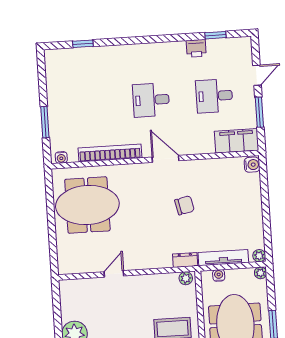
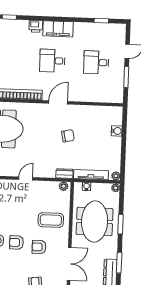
printer: (196, 48) -> (36, 26), moved
filing cabinet: (237, 141) -> (58, 29), moved, turned 180
door: (166, 159) -> (58, 102), hinge flipped
water cooler: (252, 165) -> (117, 131), moved
door: (114, 274) -> (26, 178), moved

